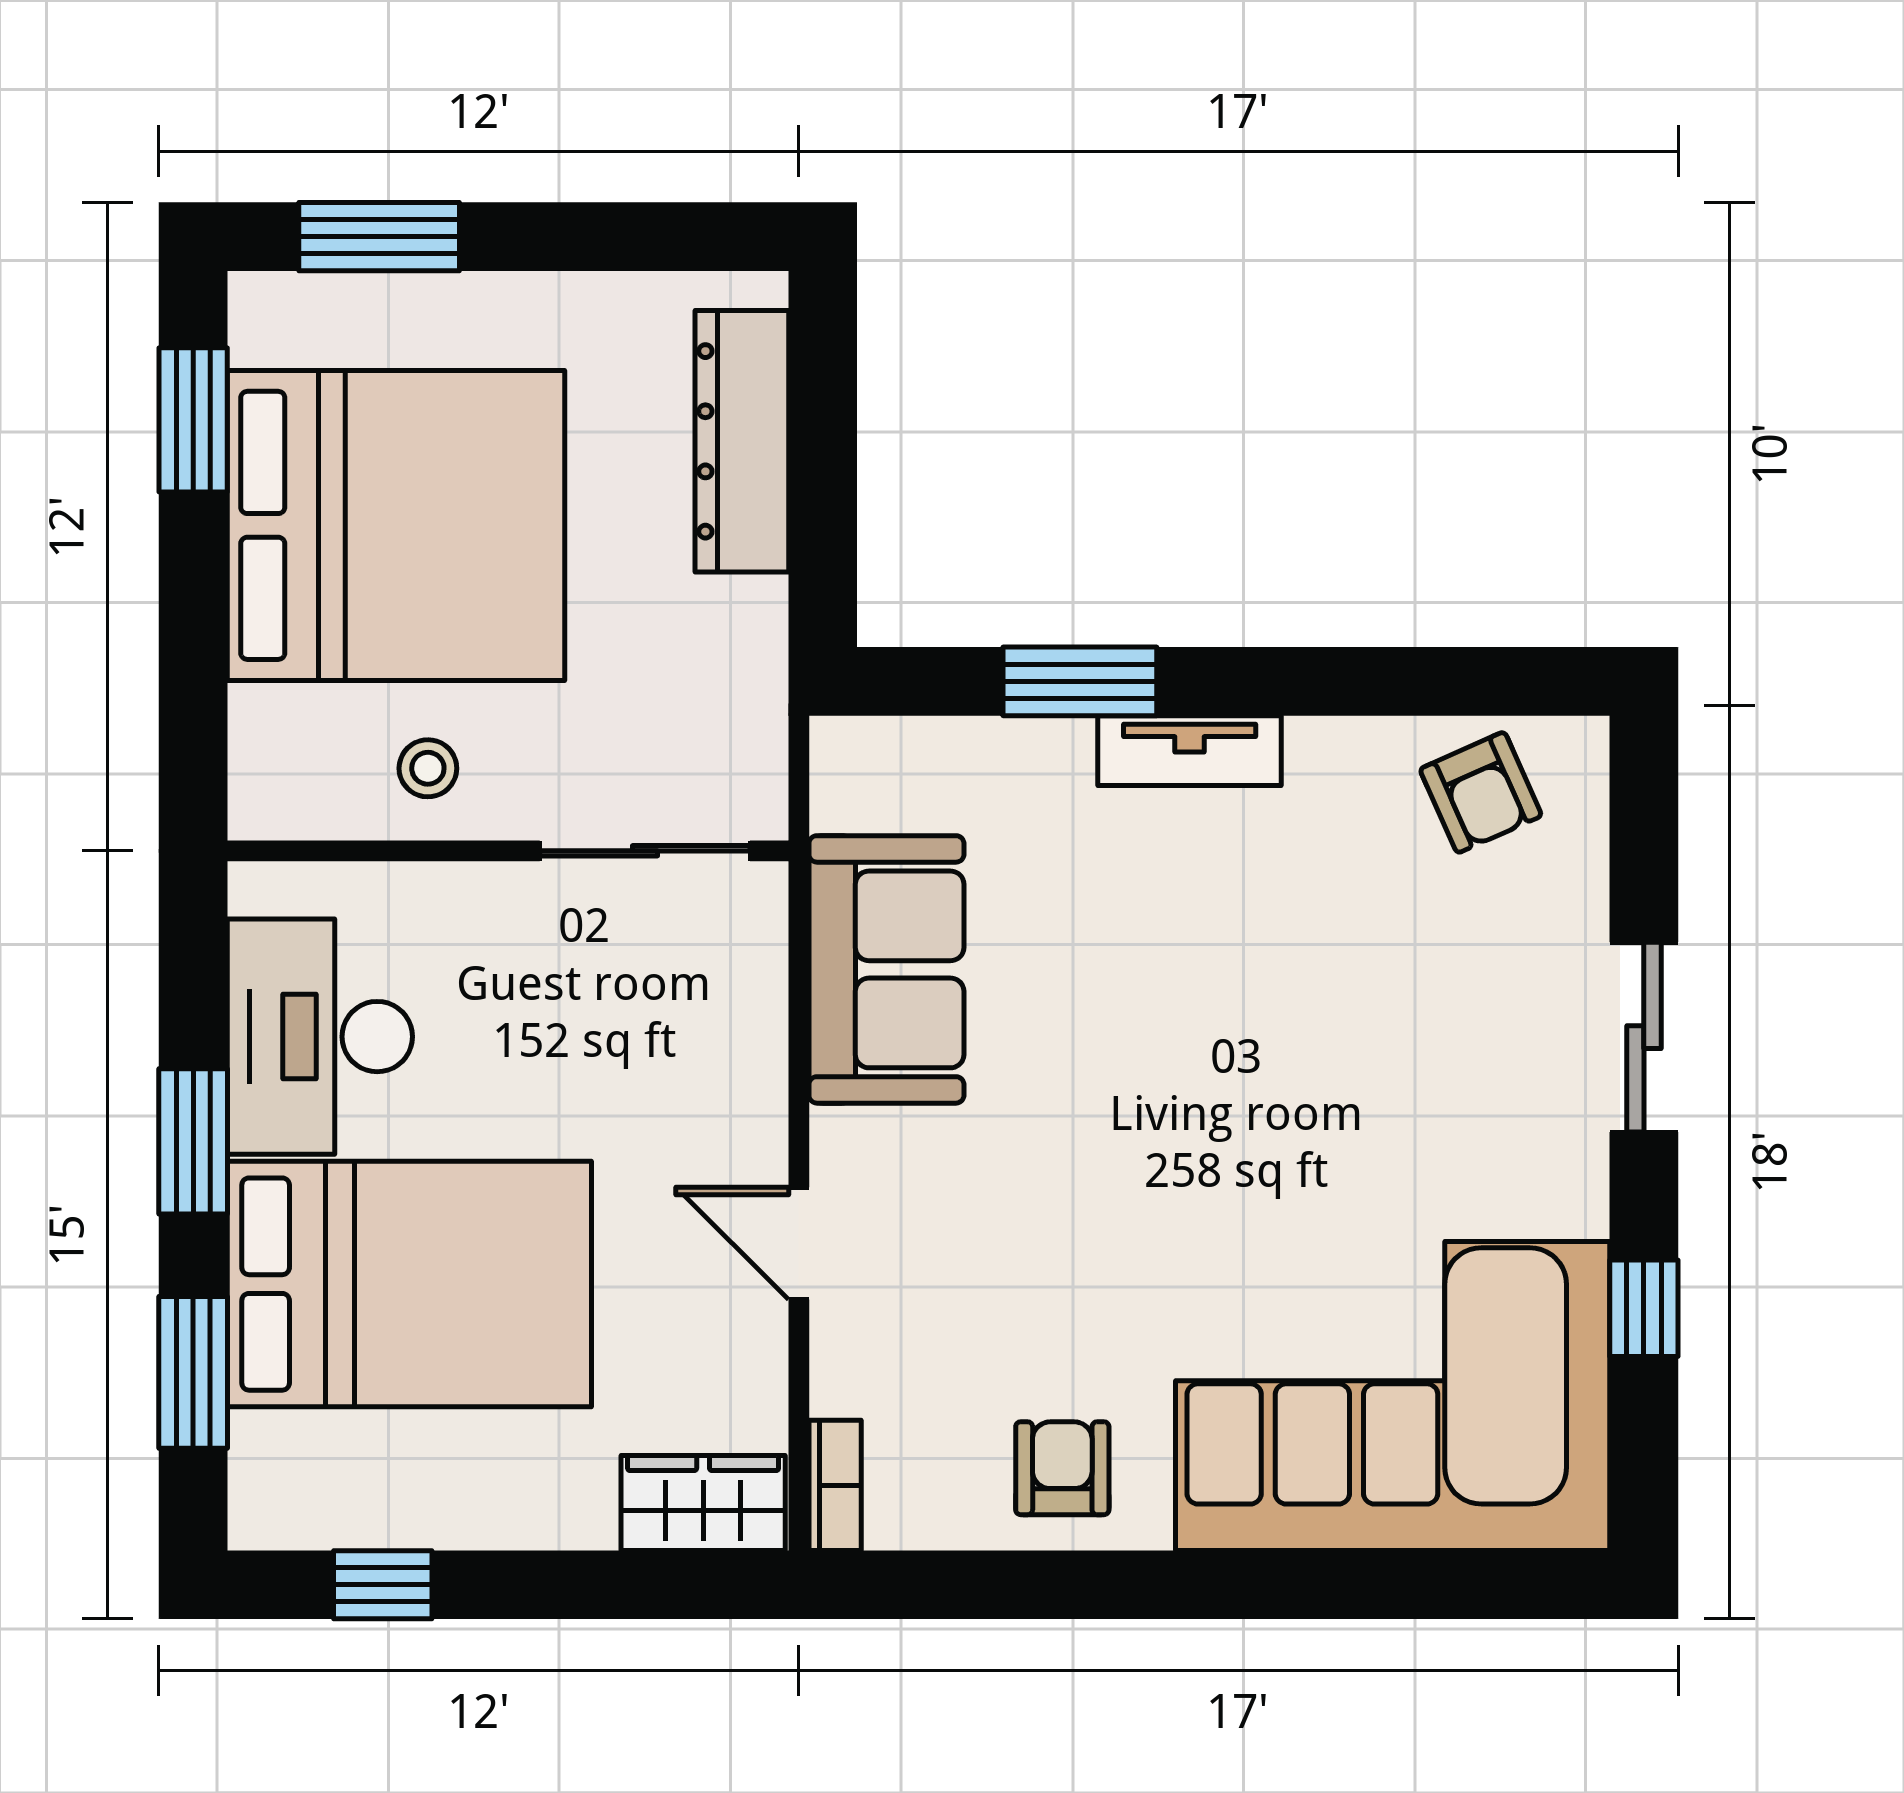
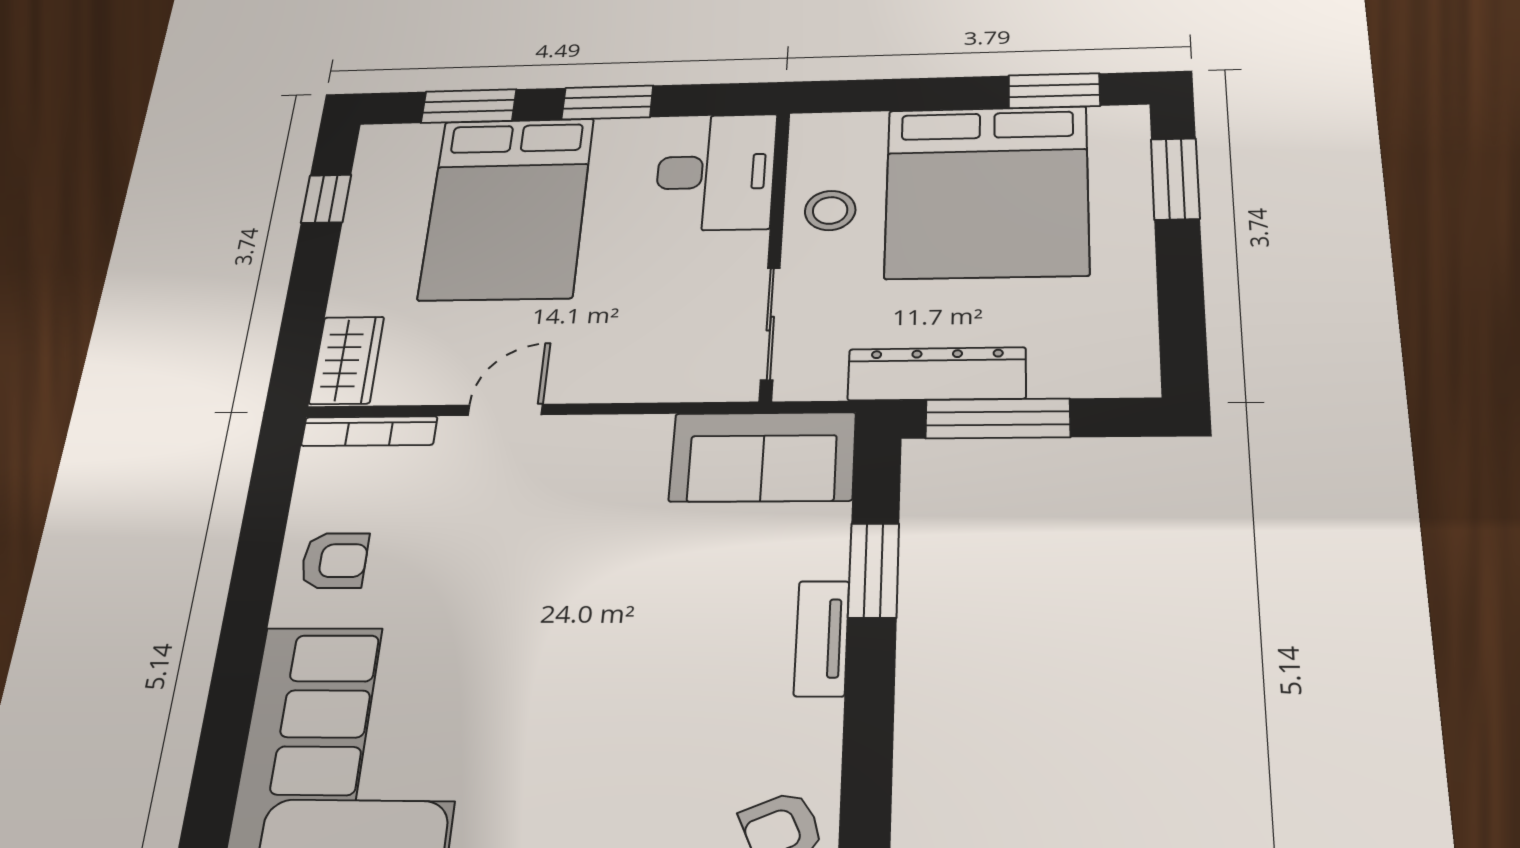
dresser: (742, 441) -> (937, 374), moved
window: (823, 508) -> (998, 419), added
stool: (428, 768) -> (830, 210), width x1.37, depth x1.37
sofa: (886, 969) -> (763, 457), moved
desk: (320, 1037) -> (716, 172), moved, turned 90
bookcase: (835, 1485) -> (369, 431), width x1.56

